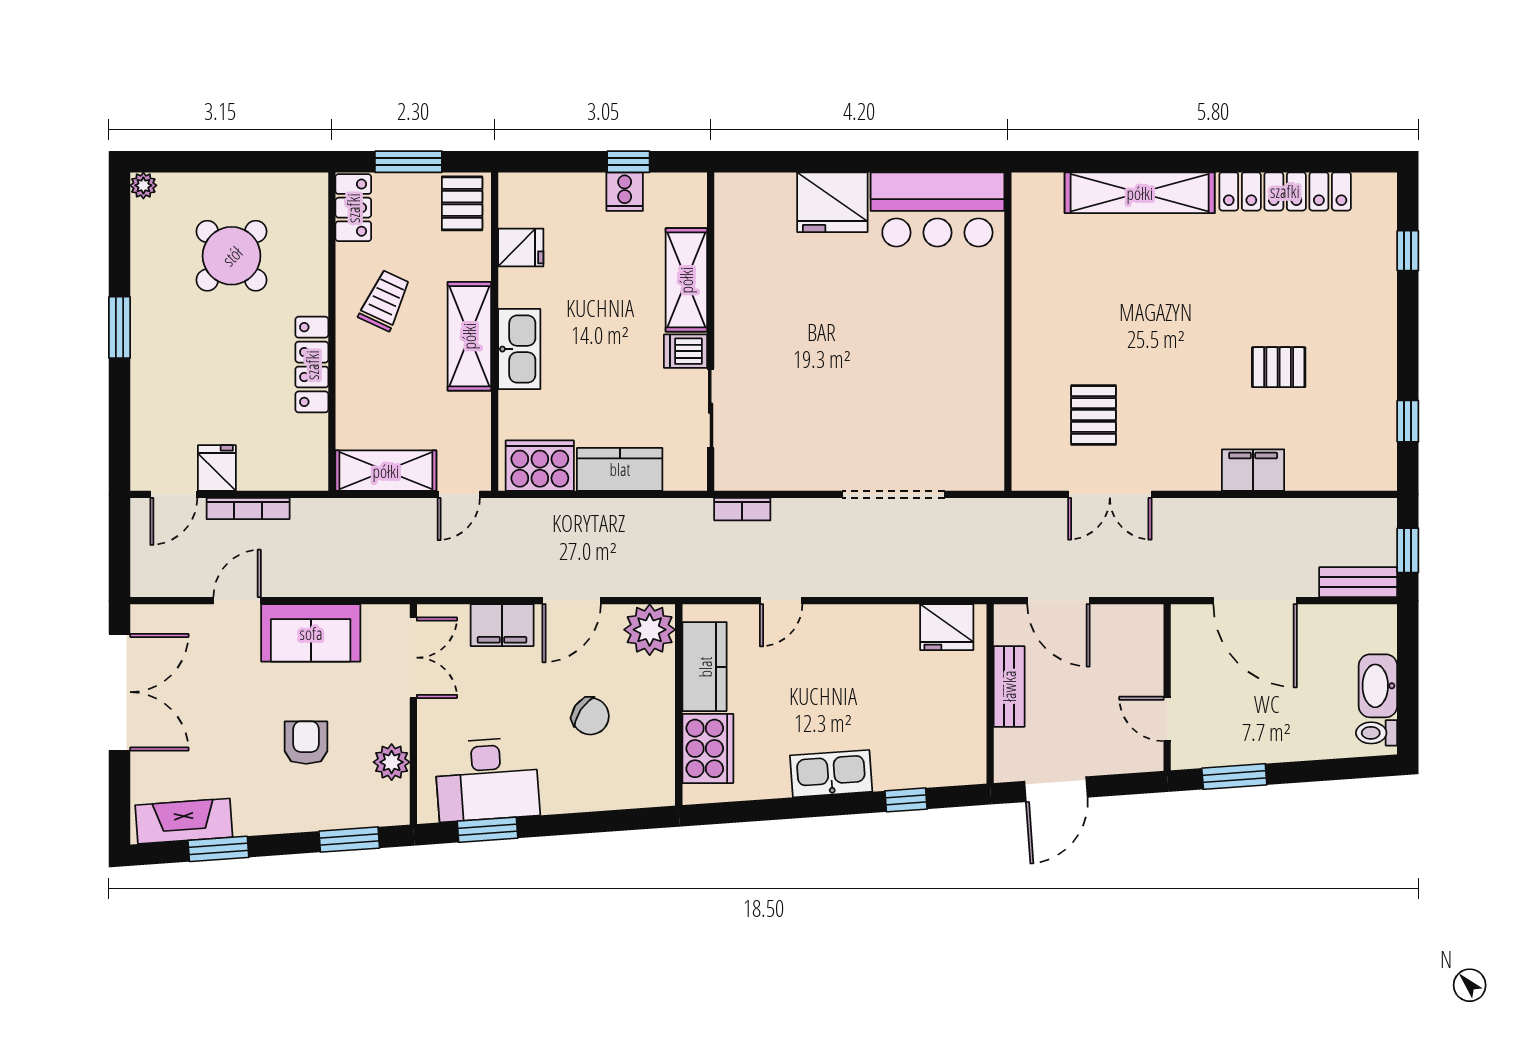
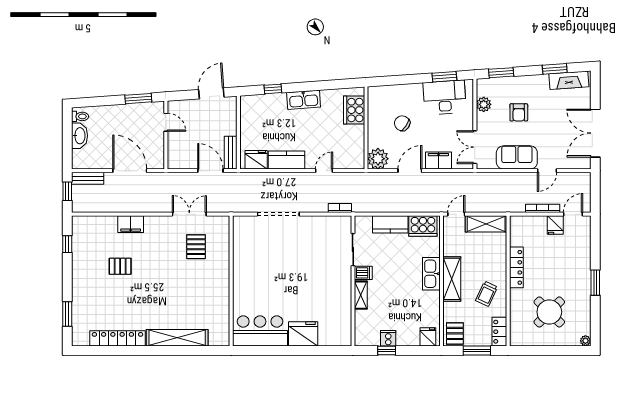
fridge: (521, 248) -> (428, 337), moved, turned 90
window: (1408, 251) -> (67, 314), width x1.50
shelving: (686, 280) -> (361, 295), width x0.67, depth x0.75
kitchen counter: (705, 667) -> (286, 160), moved, turned 90
bench: (1009, 686) -> (231, 153), moved

